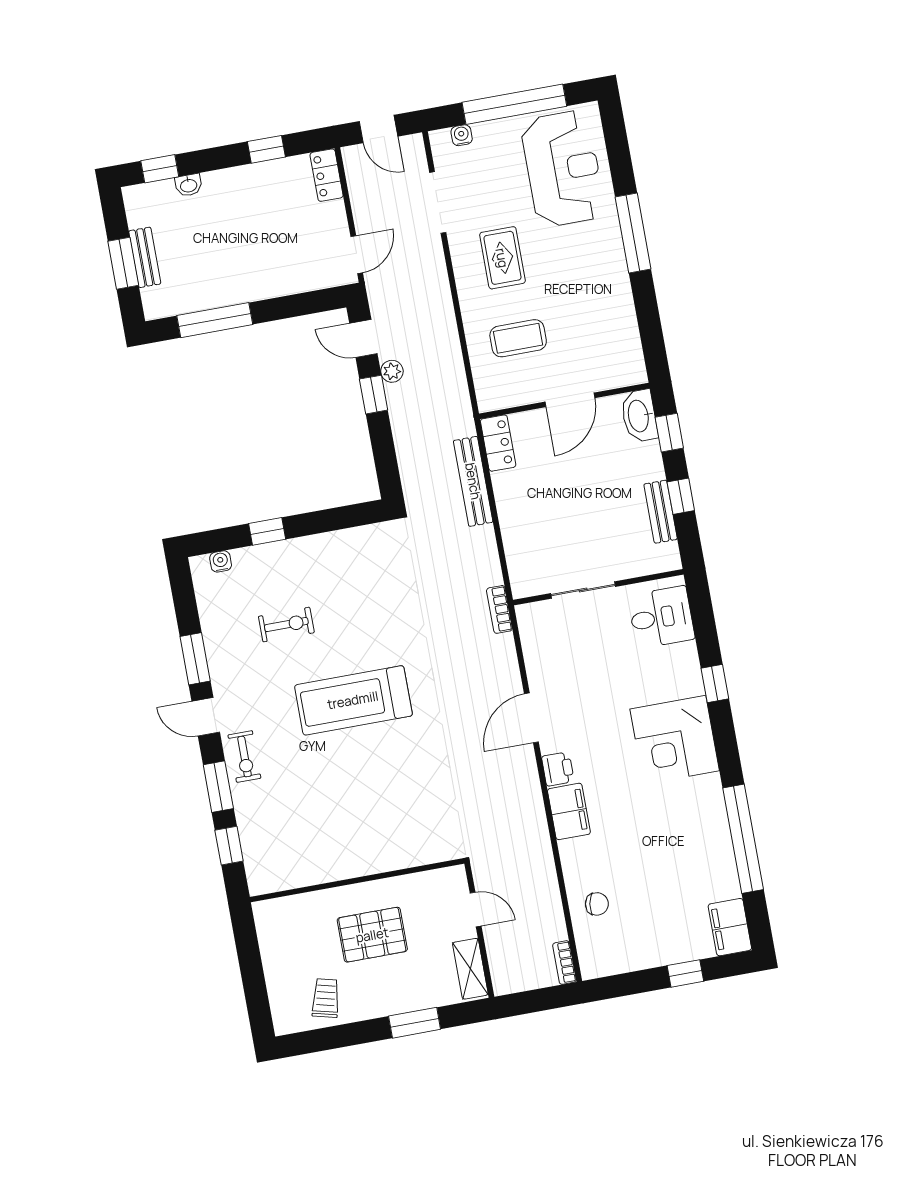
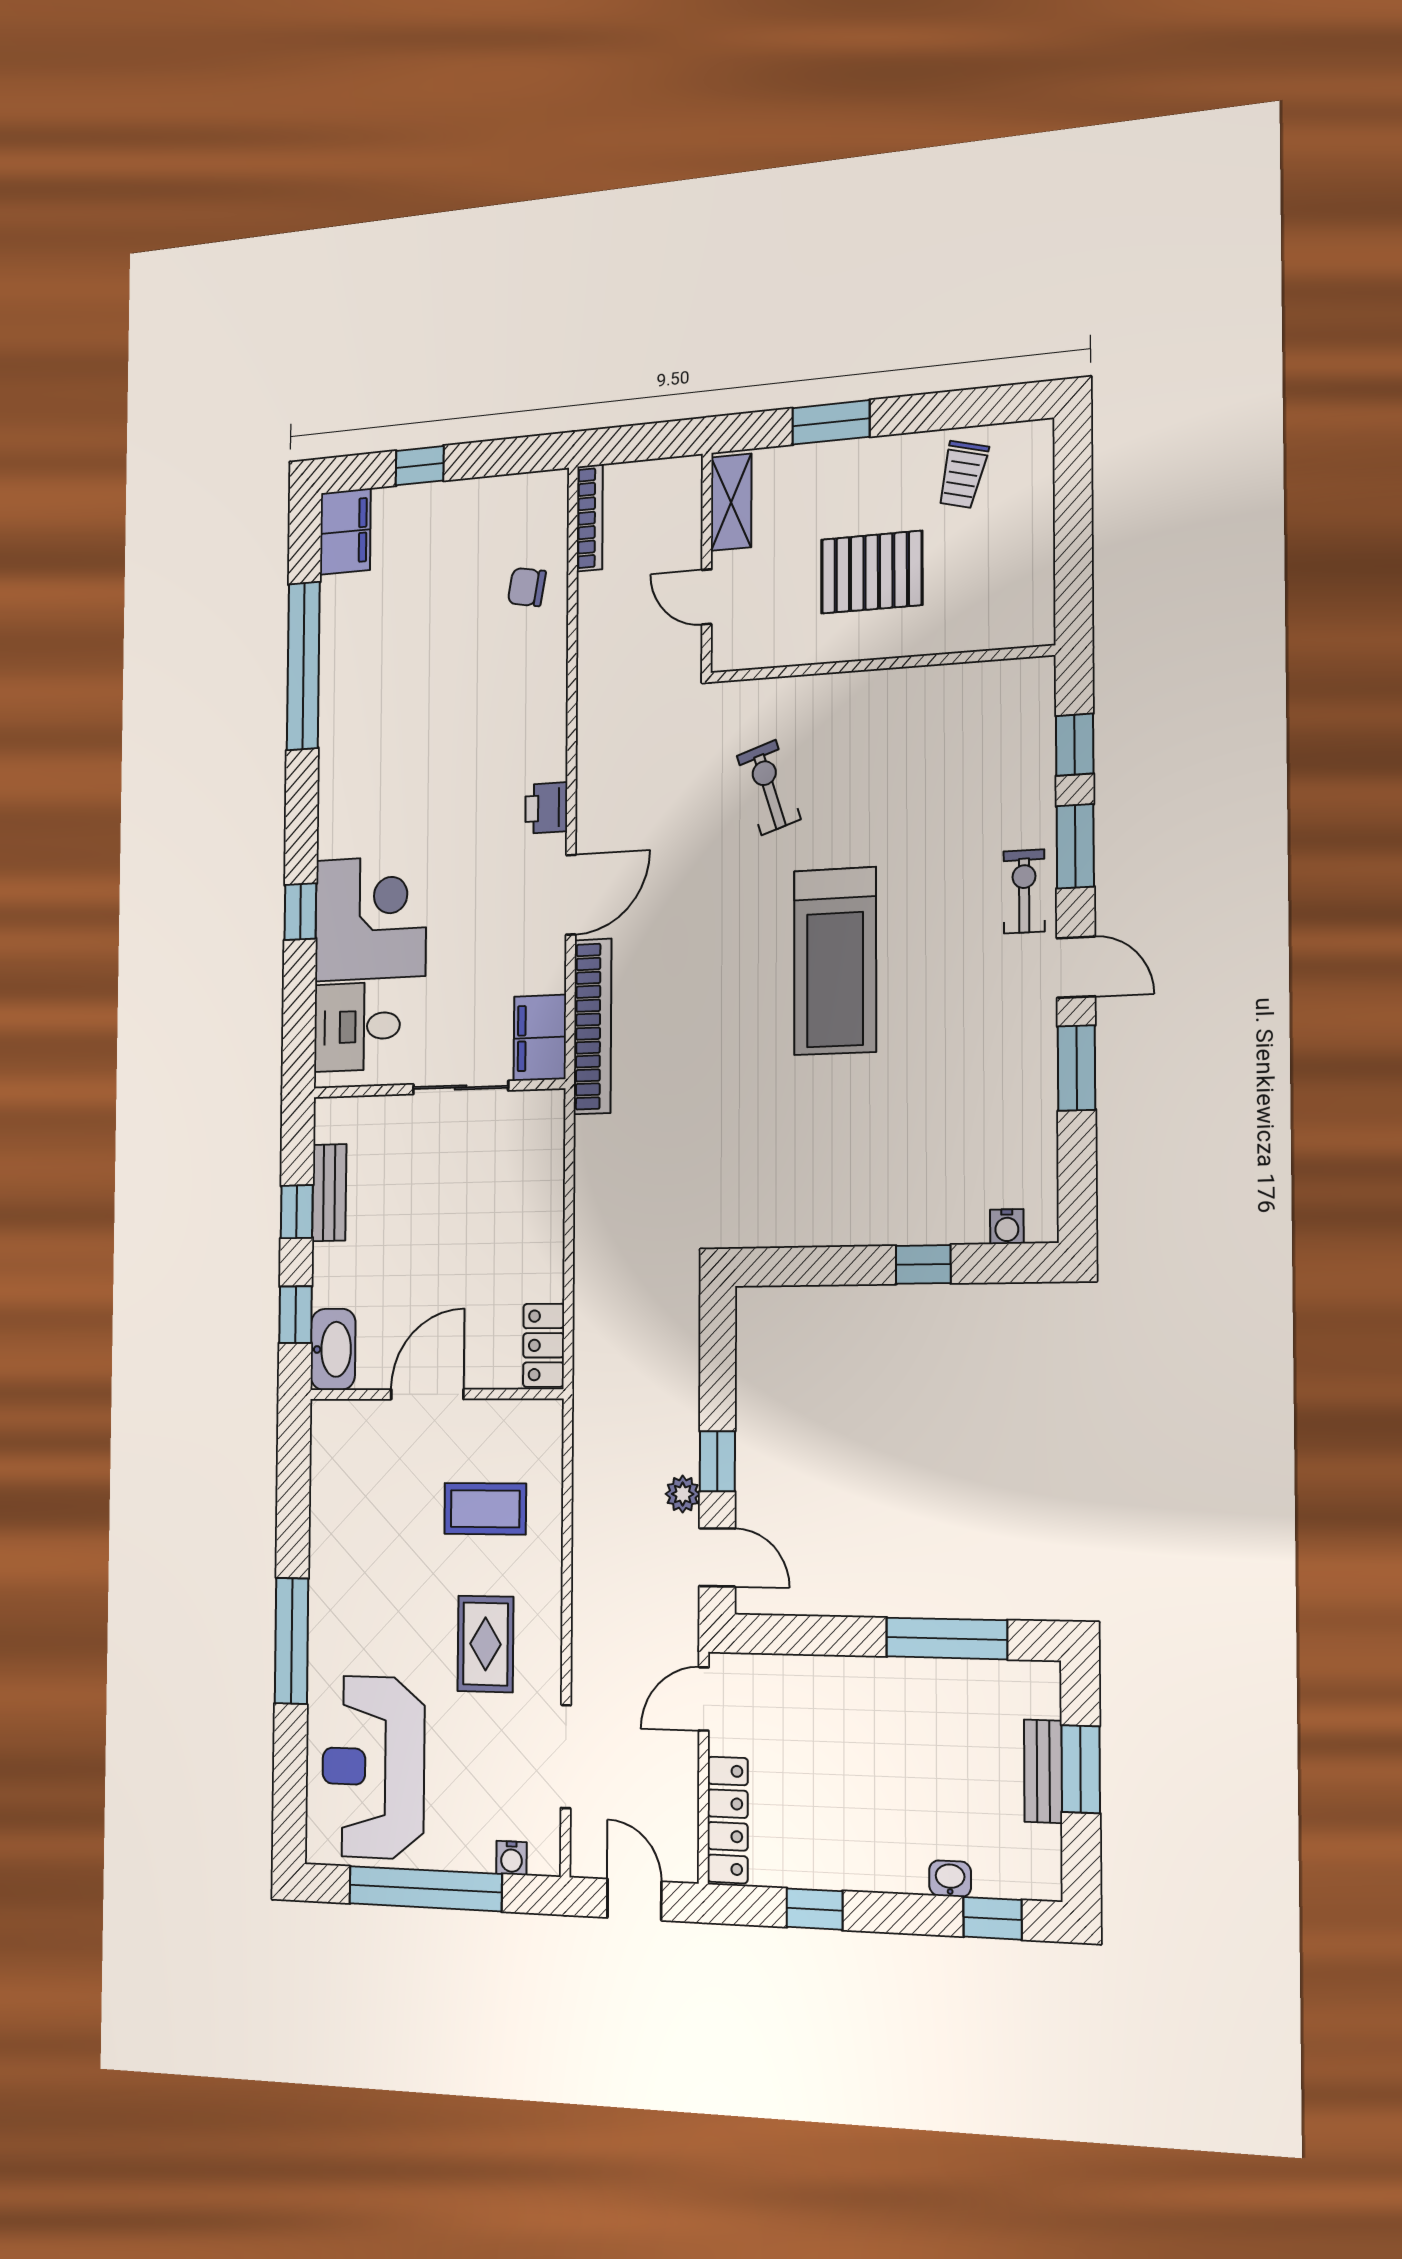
locker: (327, 175) -> (728, 1820), width x1.53
bench: (473, 481) -> (591, 1290), removed
bookcase: (499, 609) -> (593, 1026), width x2.31, depth x1.31
exercise bike: (286, 625) -> (769, 787), moved, turned 72
treadmill: (353, 700) -> (835, 961), turned 90
corner desk: (675, 740) -> (371, 918), moved
filing cabinet: (569, 811) -> (540, 1038), moved
bookcase: (564, 963) -> (590, 518), width x1.56

